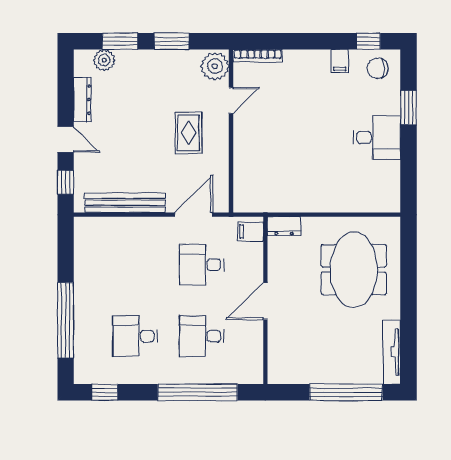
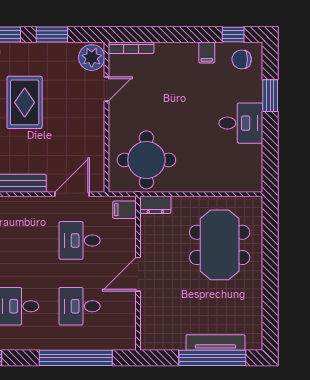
rug: (189, 133) -> (25, 102), moved, width x1.36, depth x1.43
round table: (274, 177) -> (146, 160), added
tv unit: (392, 352) -> (215, 342), moved, turned 90

